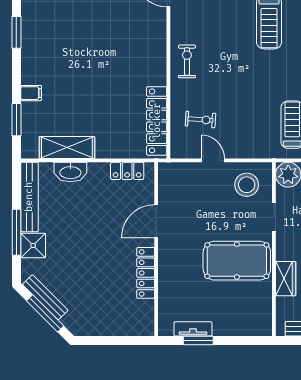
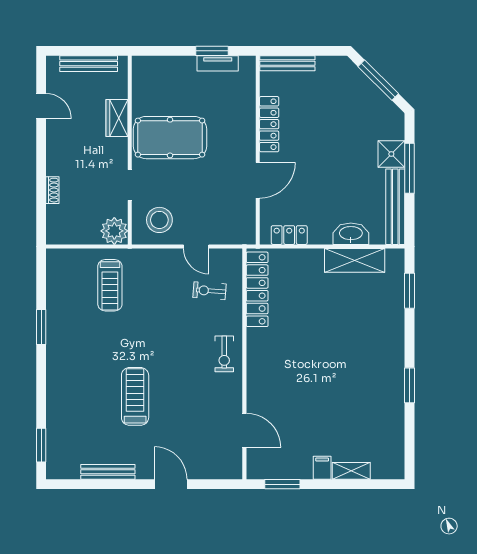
filing cabinet: (31, 93) -> (393, 320), removed
bench: (45, 297) -> (287, 63), moved, turned -45

